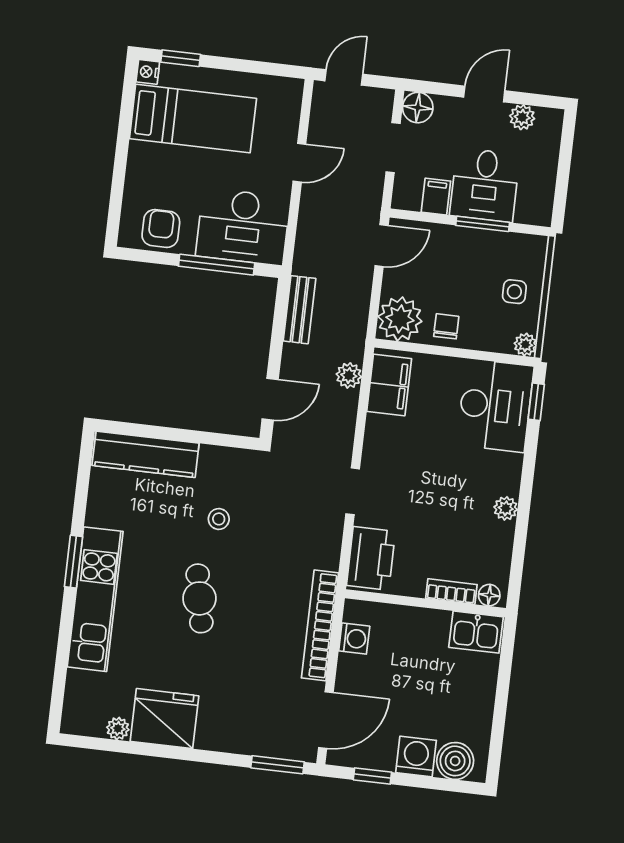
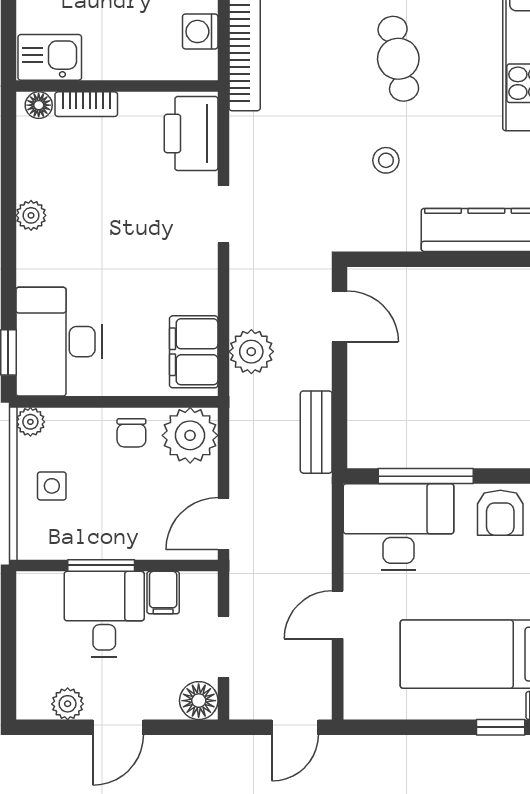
plant: (349, 375) -> (251, 352), width x1.38, depth x1.38
door: (270, 399) -> (340, 316), swing flipped

